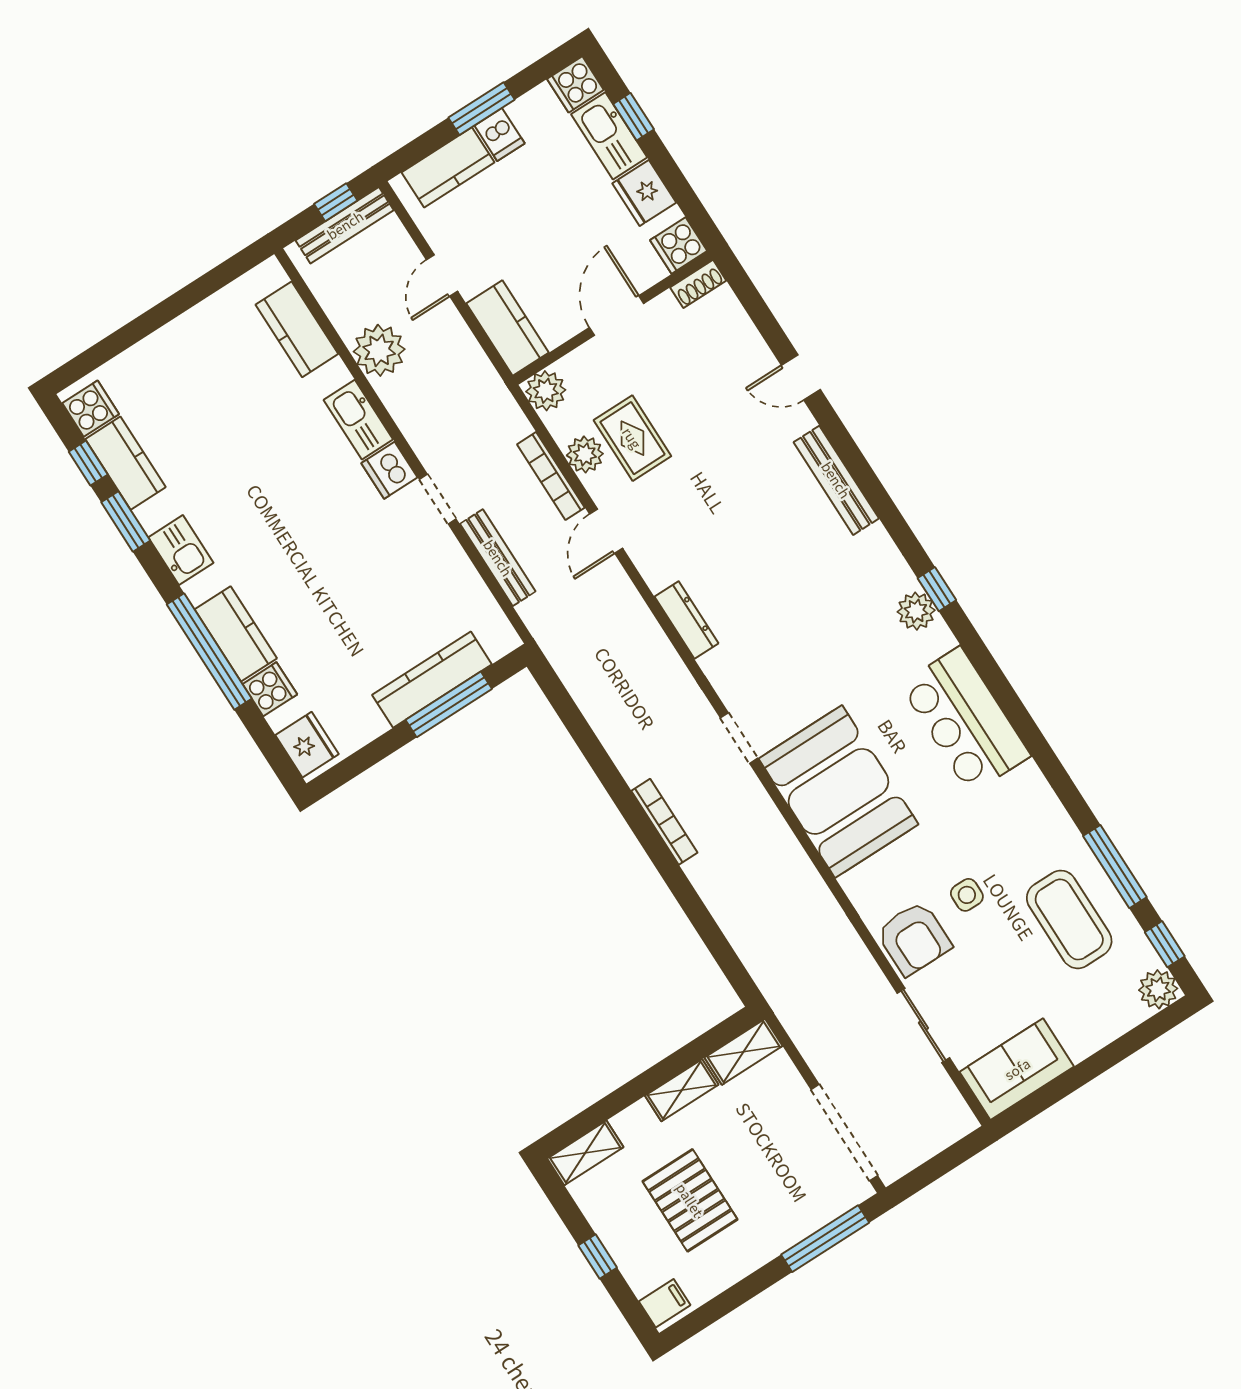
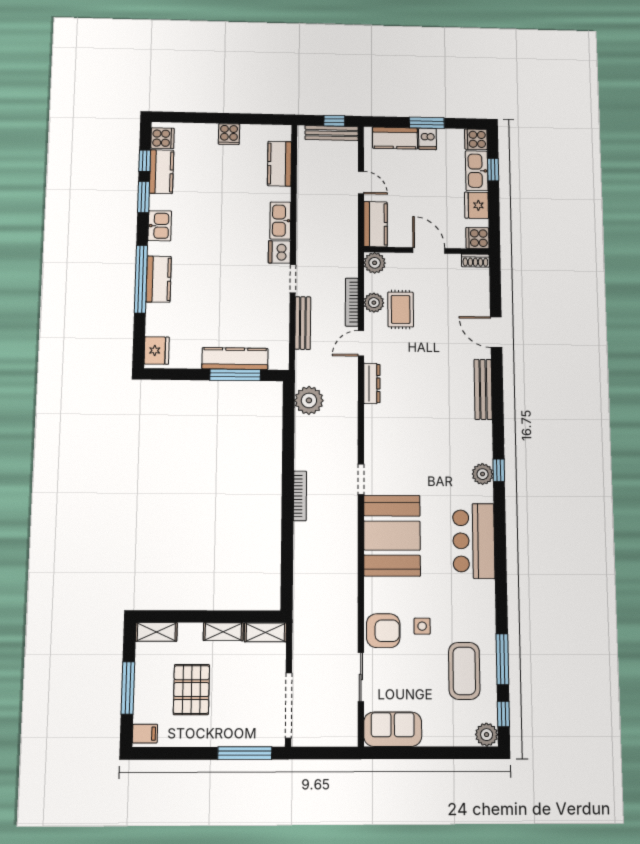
door: (442, 275) -> (361, 182), swing flipped
door: (617, 315) -> (429, 250), hinge flipped
plant: (379, 350) -> (309, 400), moved
door: (801, 377) -> (496, 332), width x1.37
dresser: (686, 620) -> (372, 383), moved
cooker: (270, 689) -> (229, 134), moved, turned 90
armchair: (914, 938) -> (383, 631), turned -90
window: (598, 1256) -> (128, 688), width x2.17

